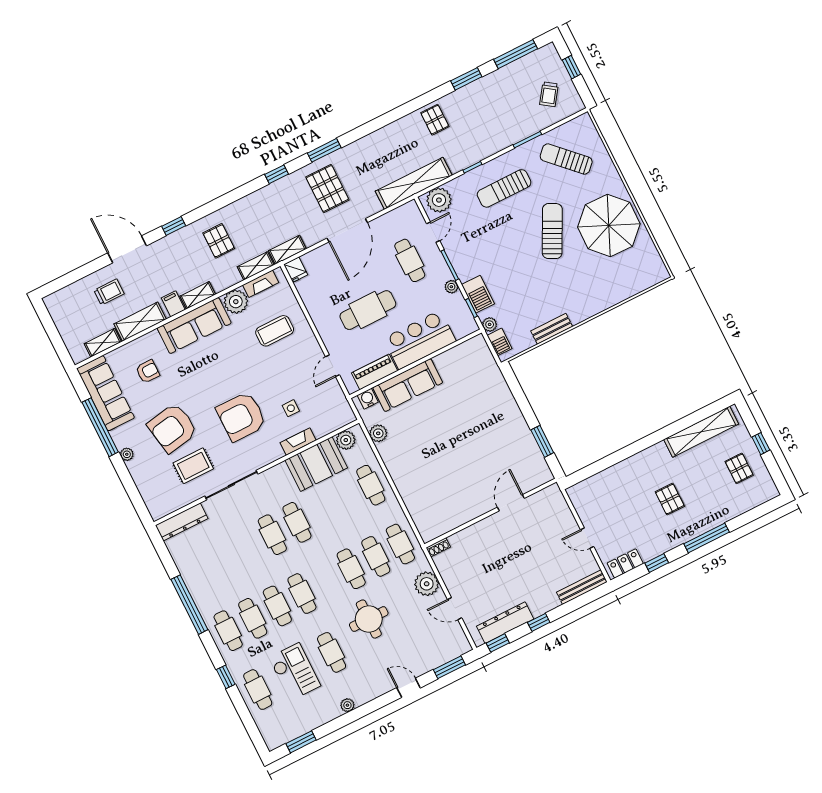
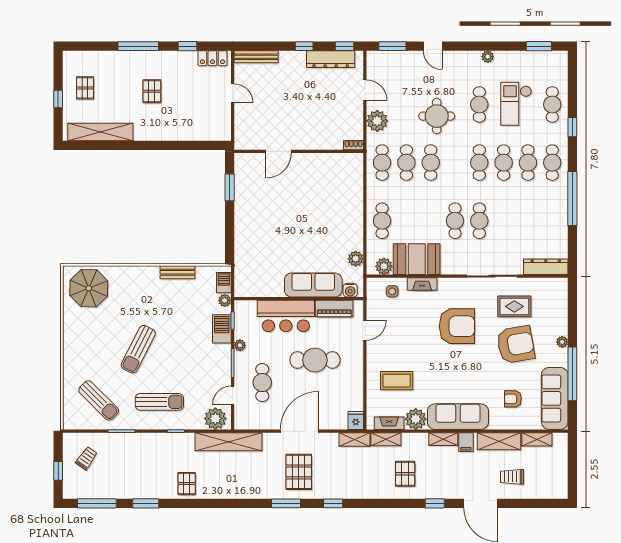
parasol: (609, 226) -> (89, 288), moved, width x0.73, depth x0.73
side table: (291, 408) -> (392, 291), moved

